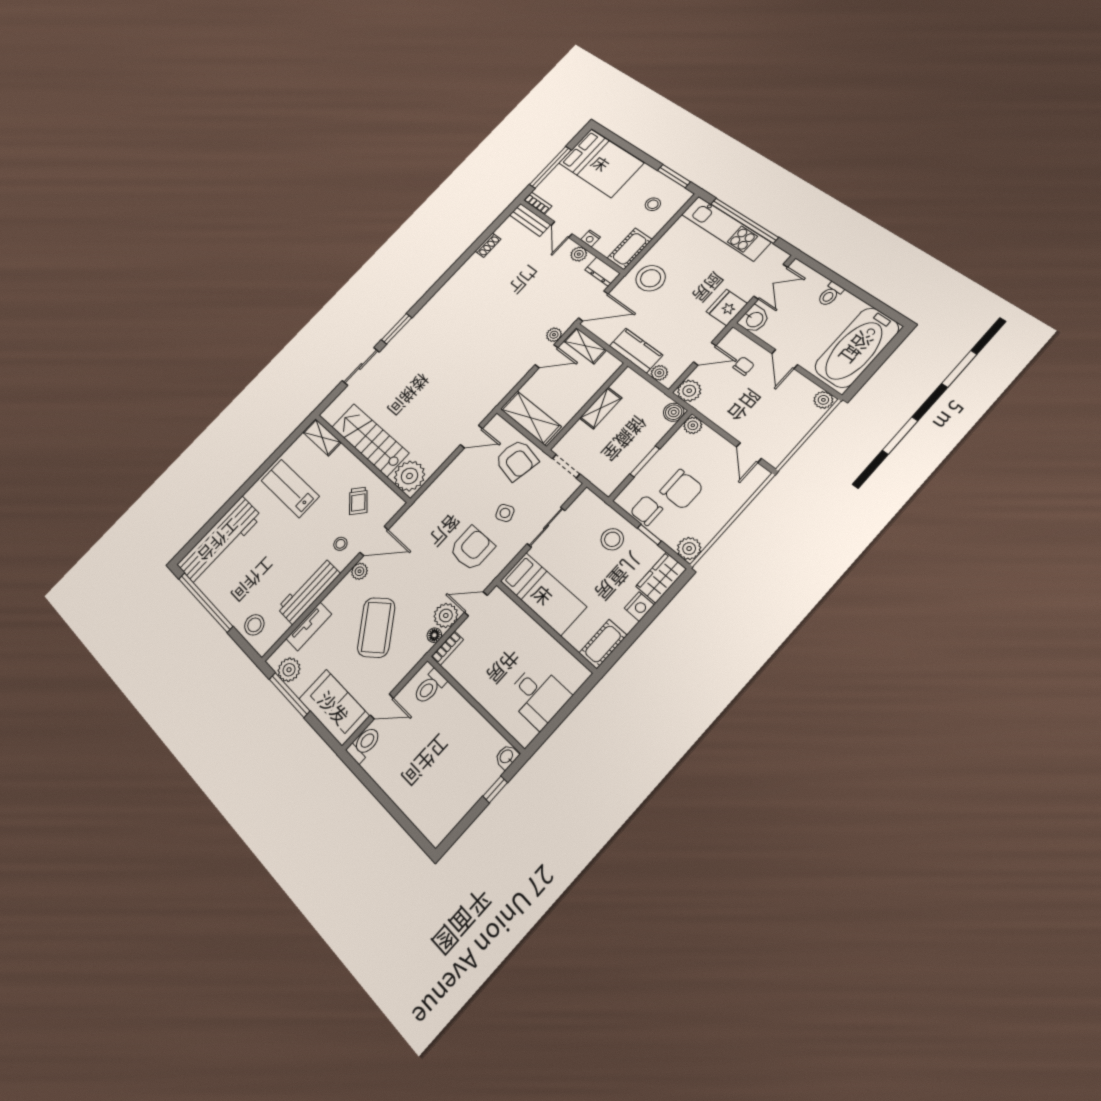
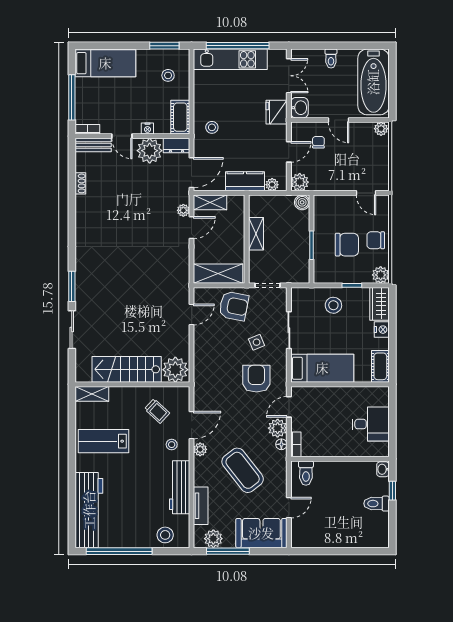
bed: (601, 163) -> (105, 63), width x0.67
plant: (579, 254) -> (150, 151), width x1.88, depth x1.88
stool: (651, 278) -> (212, 127), width x0.53, depth x0.53
plant: (693, 425) -> (320, 202), removed
chair: (646, 510) -> (376, 240), moved
toilet: (364, 744) -> (376, 504), moved, turned -90

